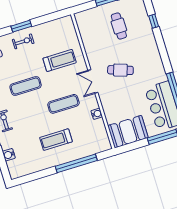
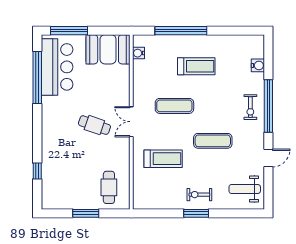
cafe table: (119, 26) -> (109, 187), moved
treadmill: (60, 60) -> (163, 159), turned 180
double door: (93, 81) -> (131, 122), swing flipped
water cooler: (97, 114) -> (139, 53), moved

